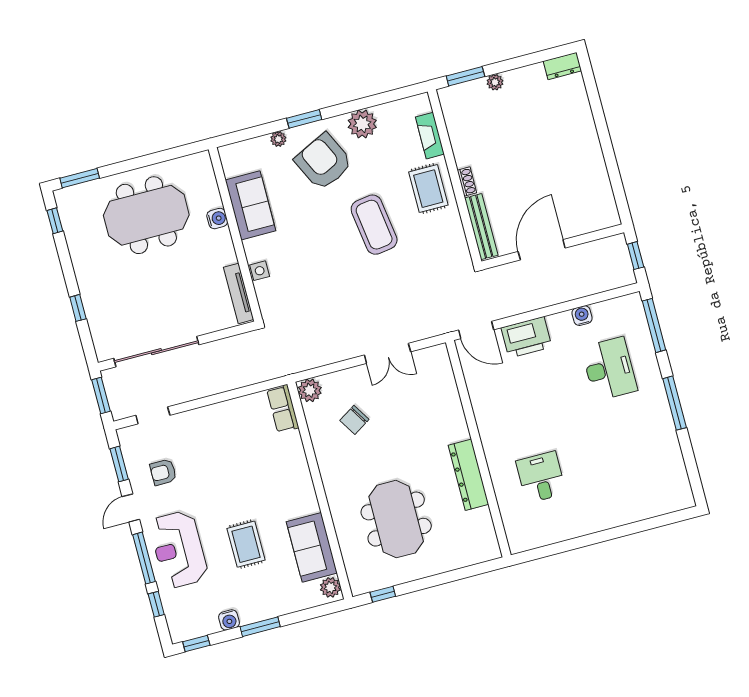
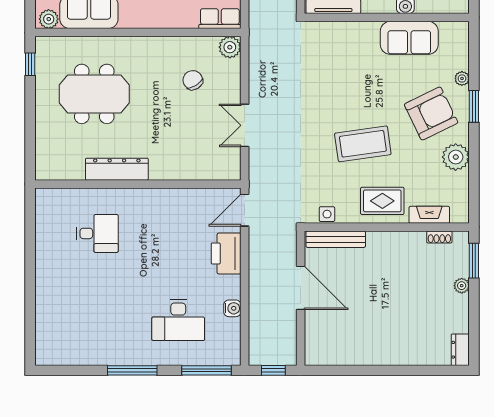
shoe rack: (467, 182) -> (439, 237), moved
side table: (260, 271) -> (327, 214), moved

